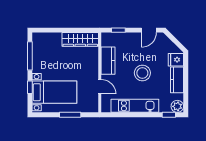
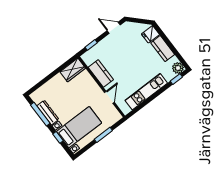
door: (149, 30) -> (114, 28), swing flipped
wardrobe: (80, 39) -> (73, 70), width x0.67
dresser: (37, 59) -> (48, 113), added
stool: (142, 73) -> (133, 63), removed
door: (100, 87) -> (109, 97), hinge flipped

